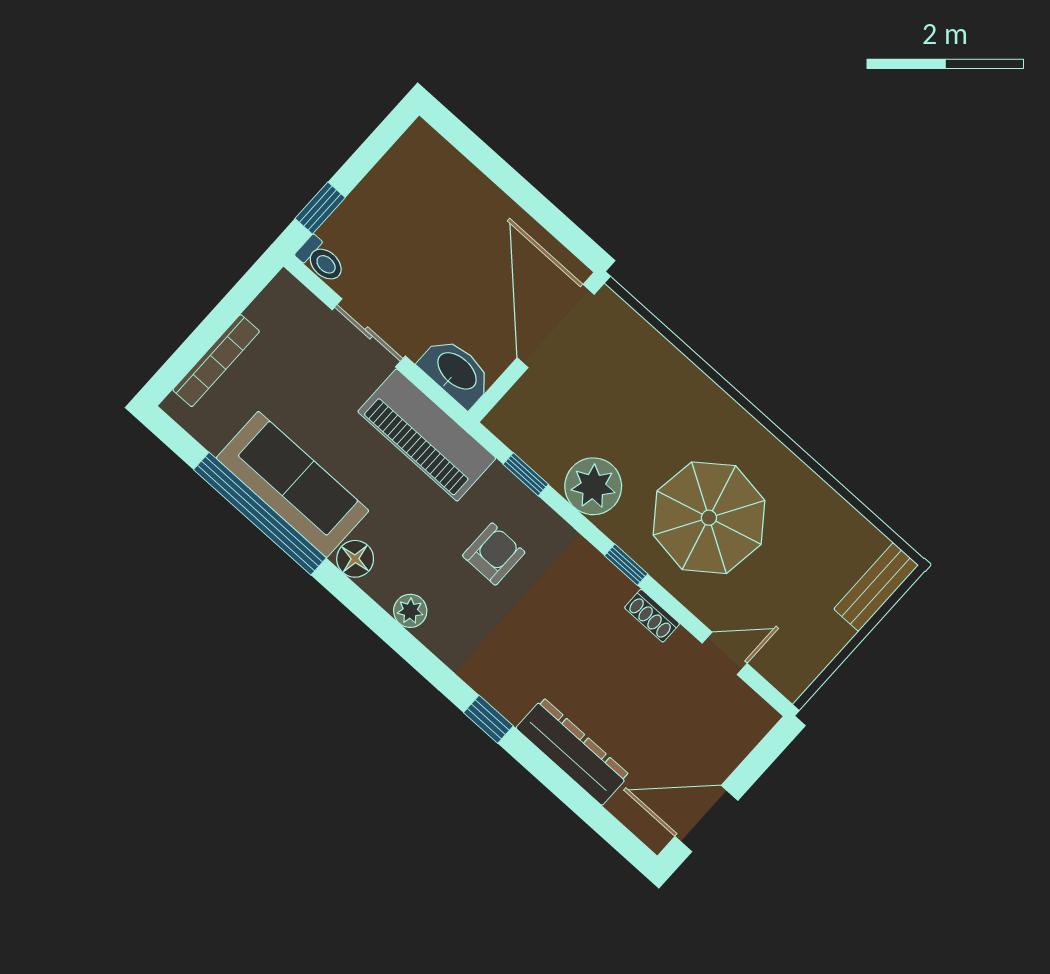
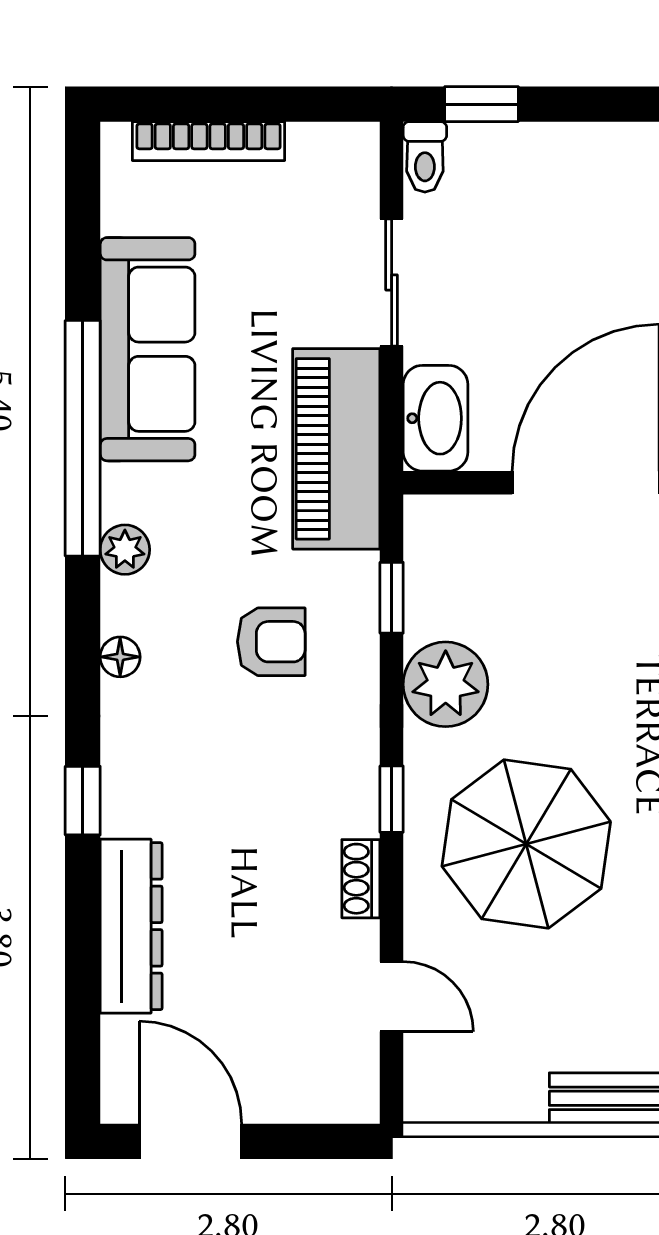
window: (260, 514) -> (83, 438), moved
floor lamp: (355, 559) -> (120, 657), moved, width x0.73, depth x0.73
plant: (410, 611) -> (125, 550), moved

